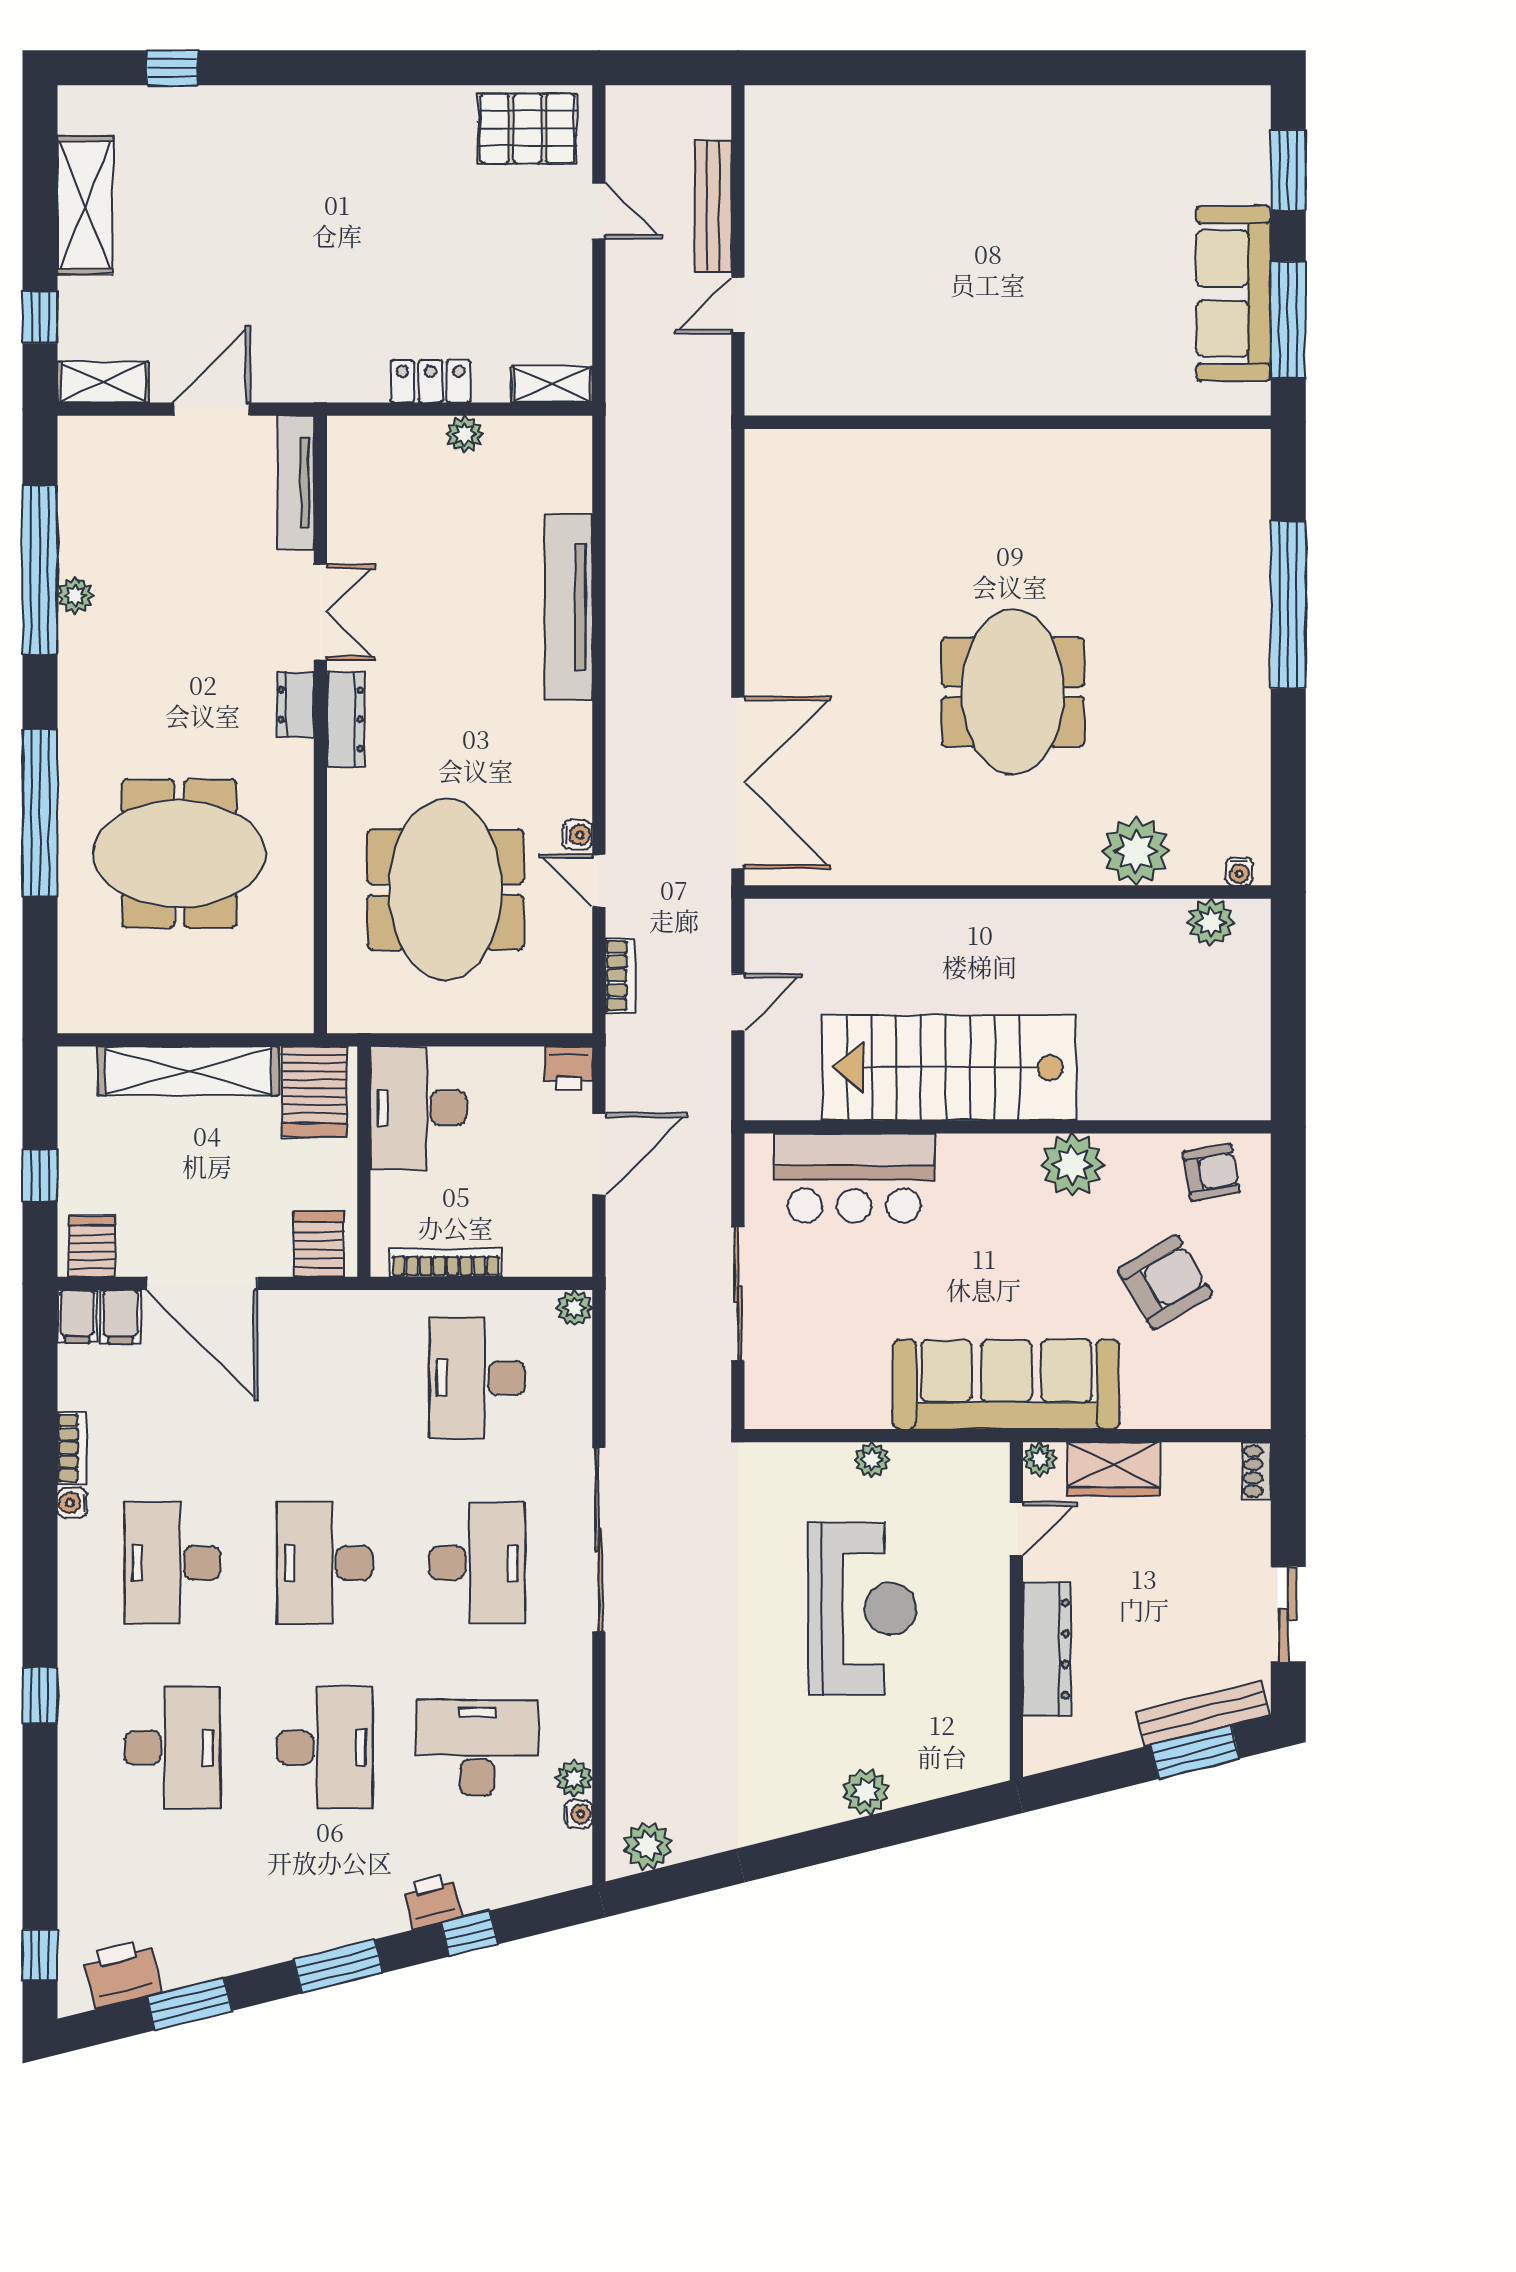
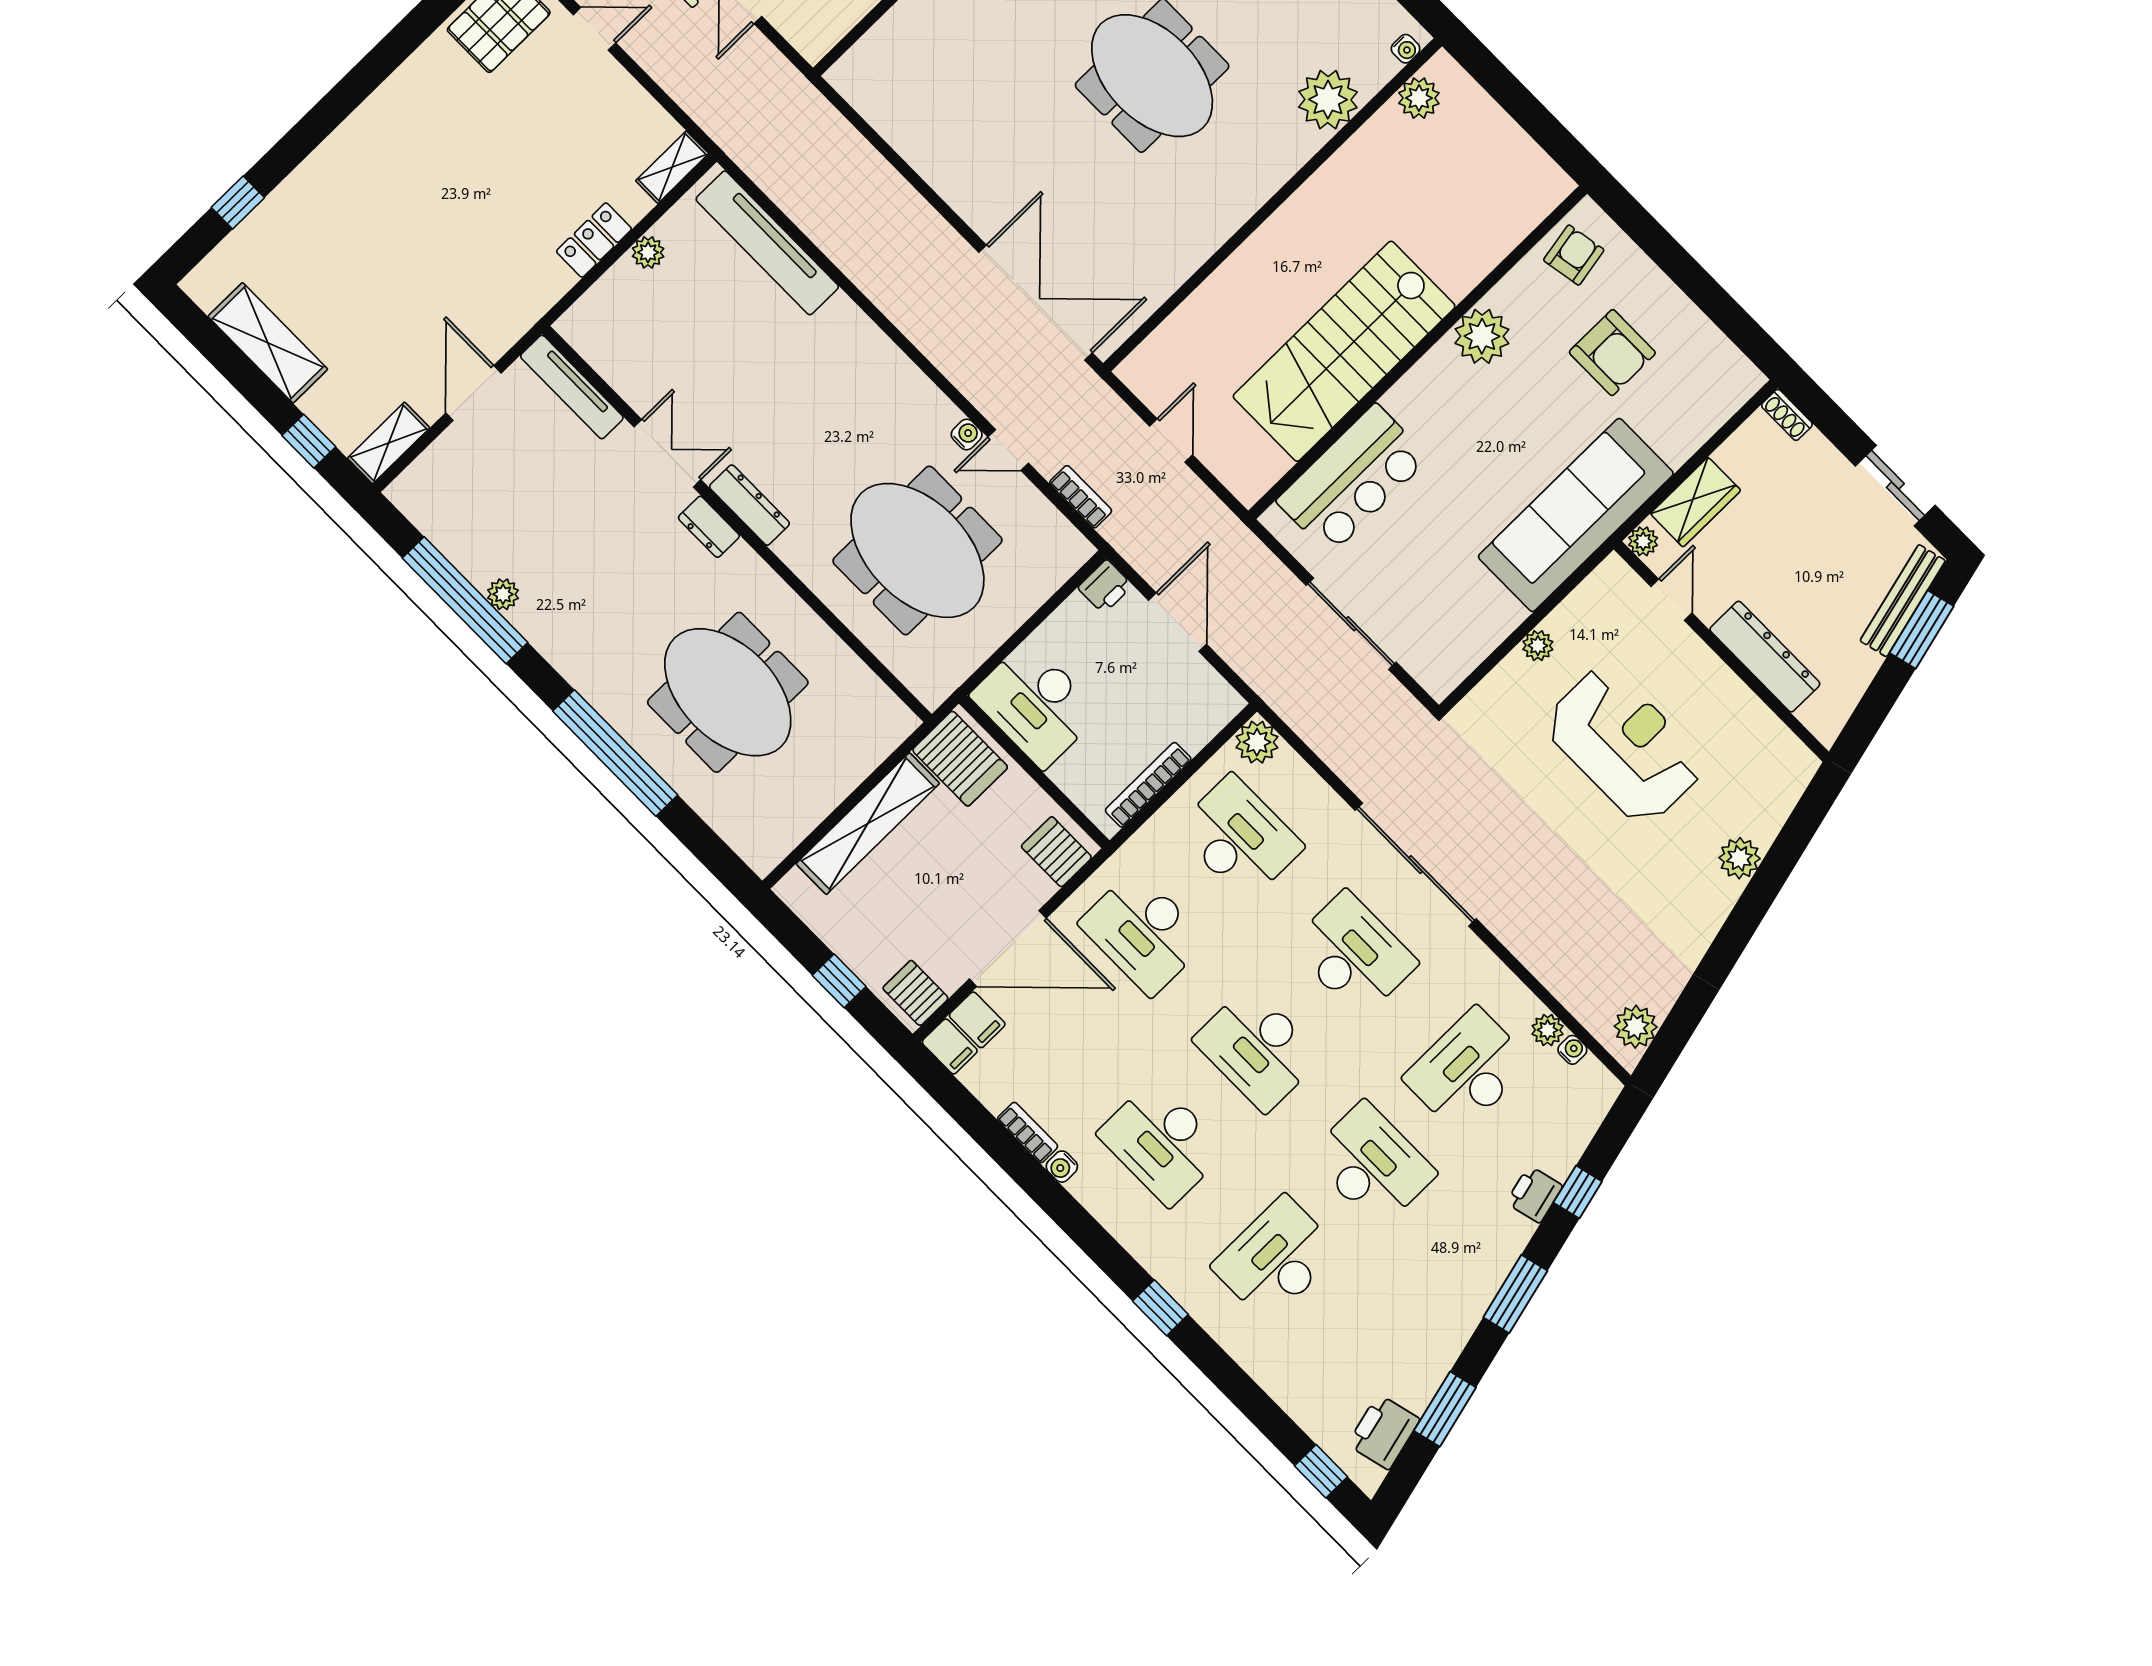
tv unit: (568, 607) -> (767, 243), moved
meeting table: (179, 854) -> (728, 692), turned 90
armchair: (1165, 1282) -> (1612, 353), turned 121
plant: (574, 1308) -> (1257, 742), width x1.38, depth x1.38
desk: (325, 1378) -> (1143, 932), added
desk: (477, 1378) -> (1239, 838), turned 180
desk: (172, 1748) -> (1276, 1259), turned -90

